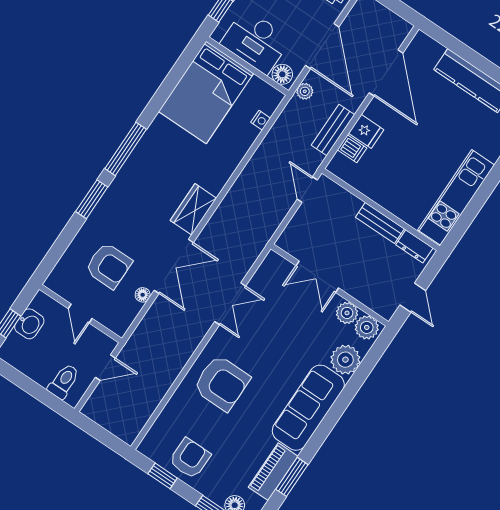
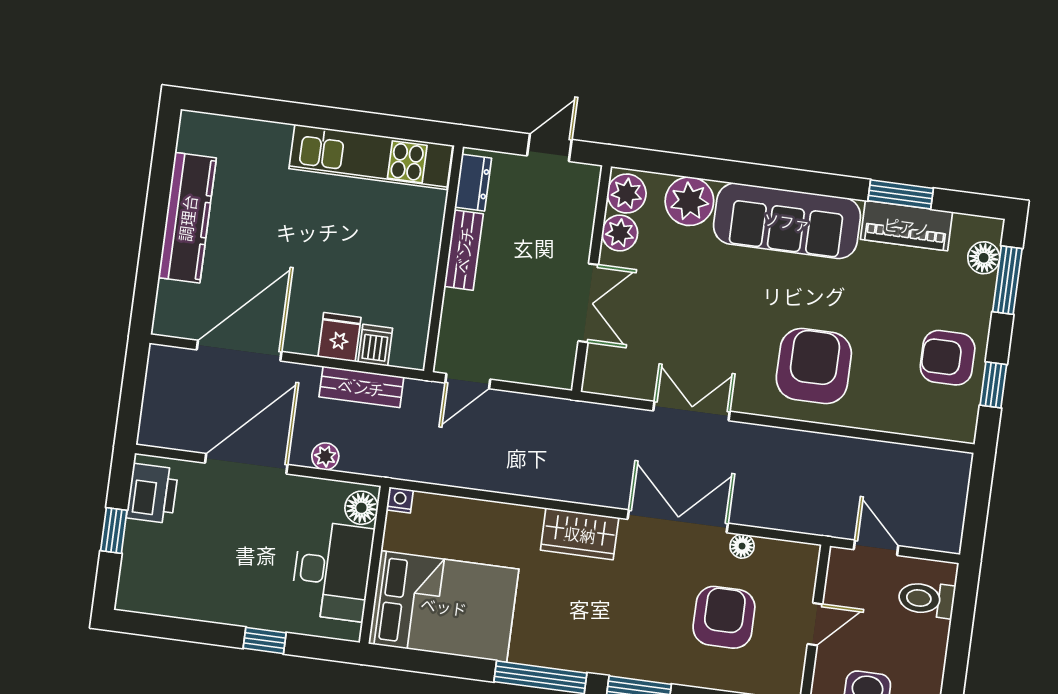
desk: (256, 41) -> (332, 571), moved
wall: (247, 66) -> (375, 565), moved
floor lamp: (282, 74) -> (361, 508), moved
bed: (206, 92) -> (444, 606), moved

